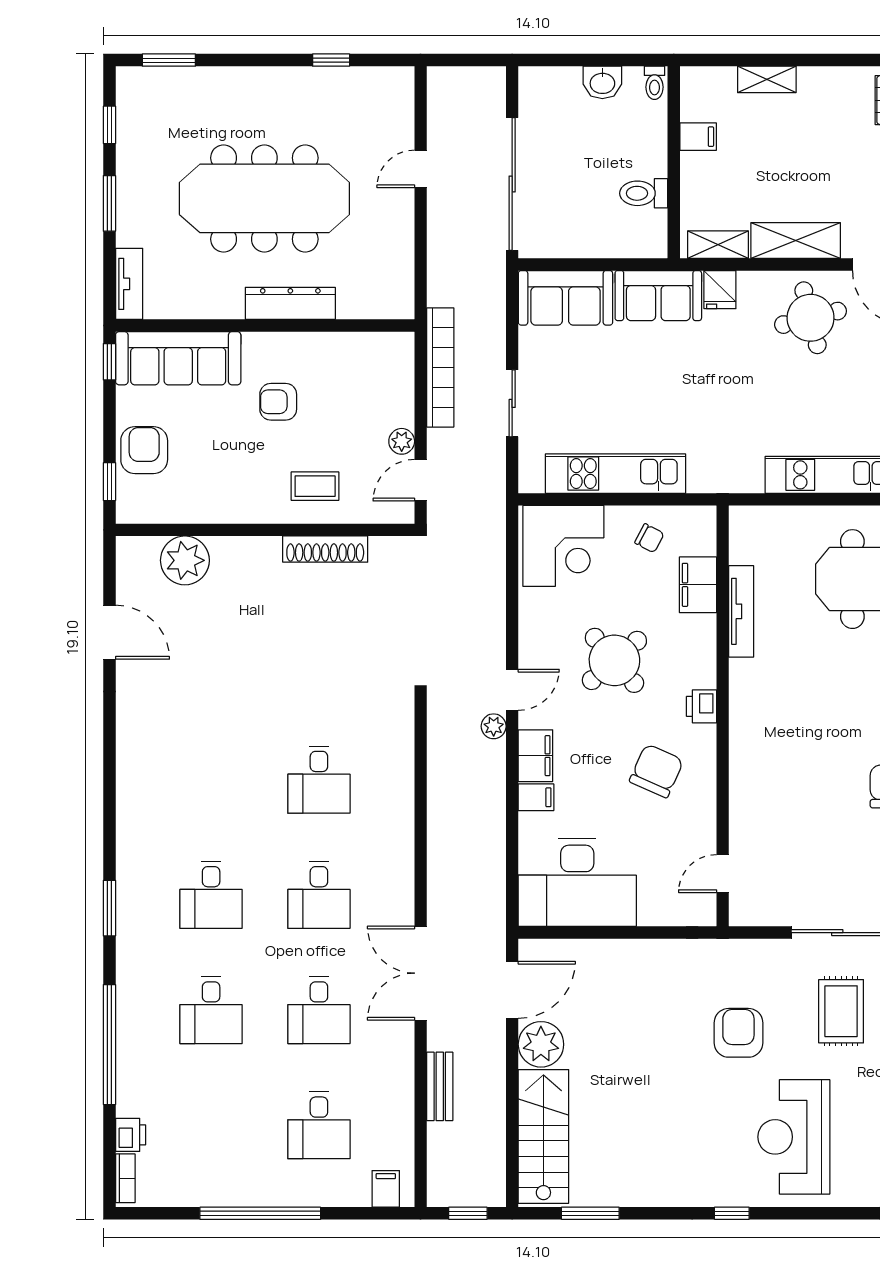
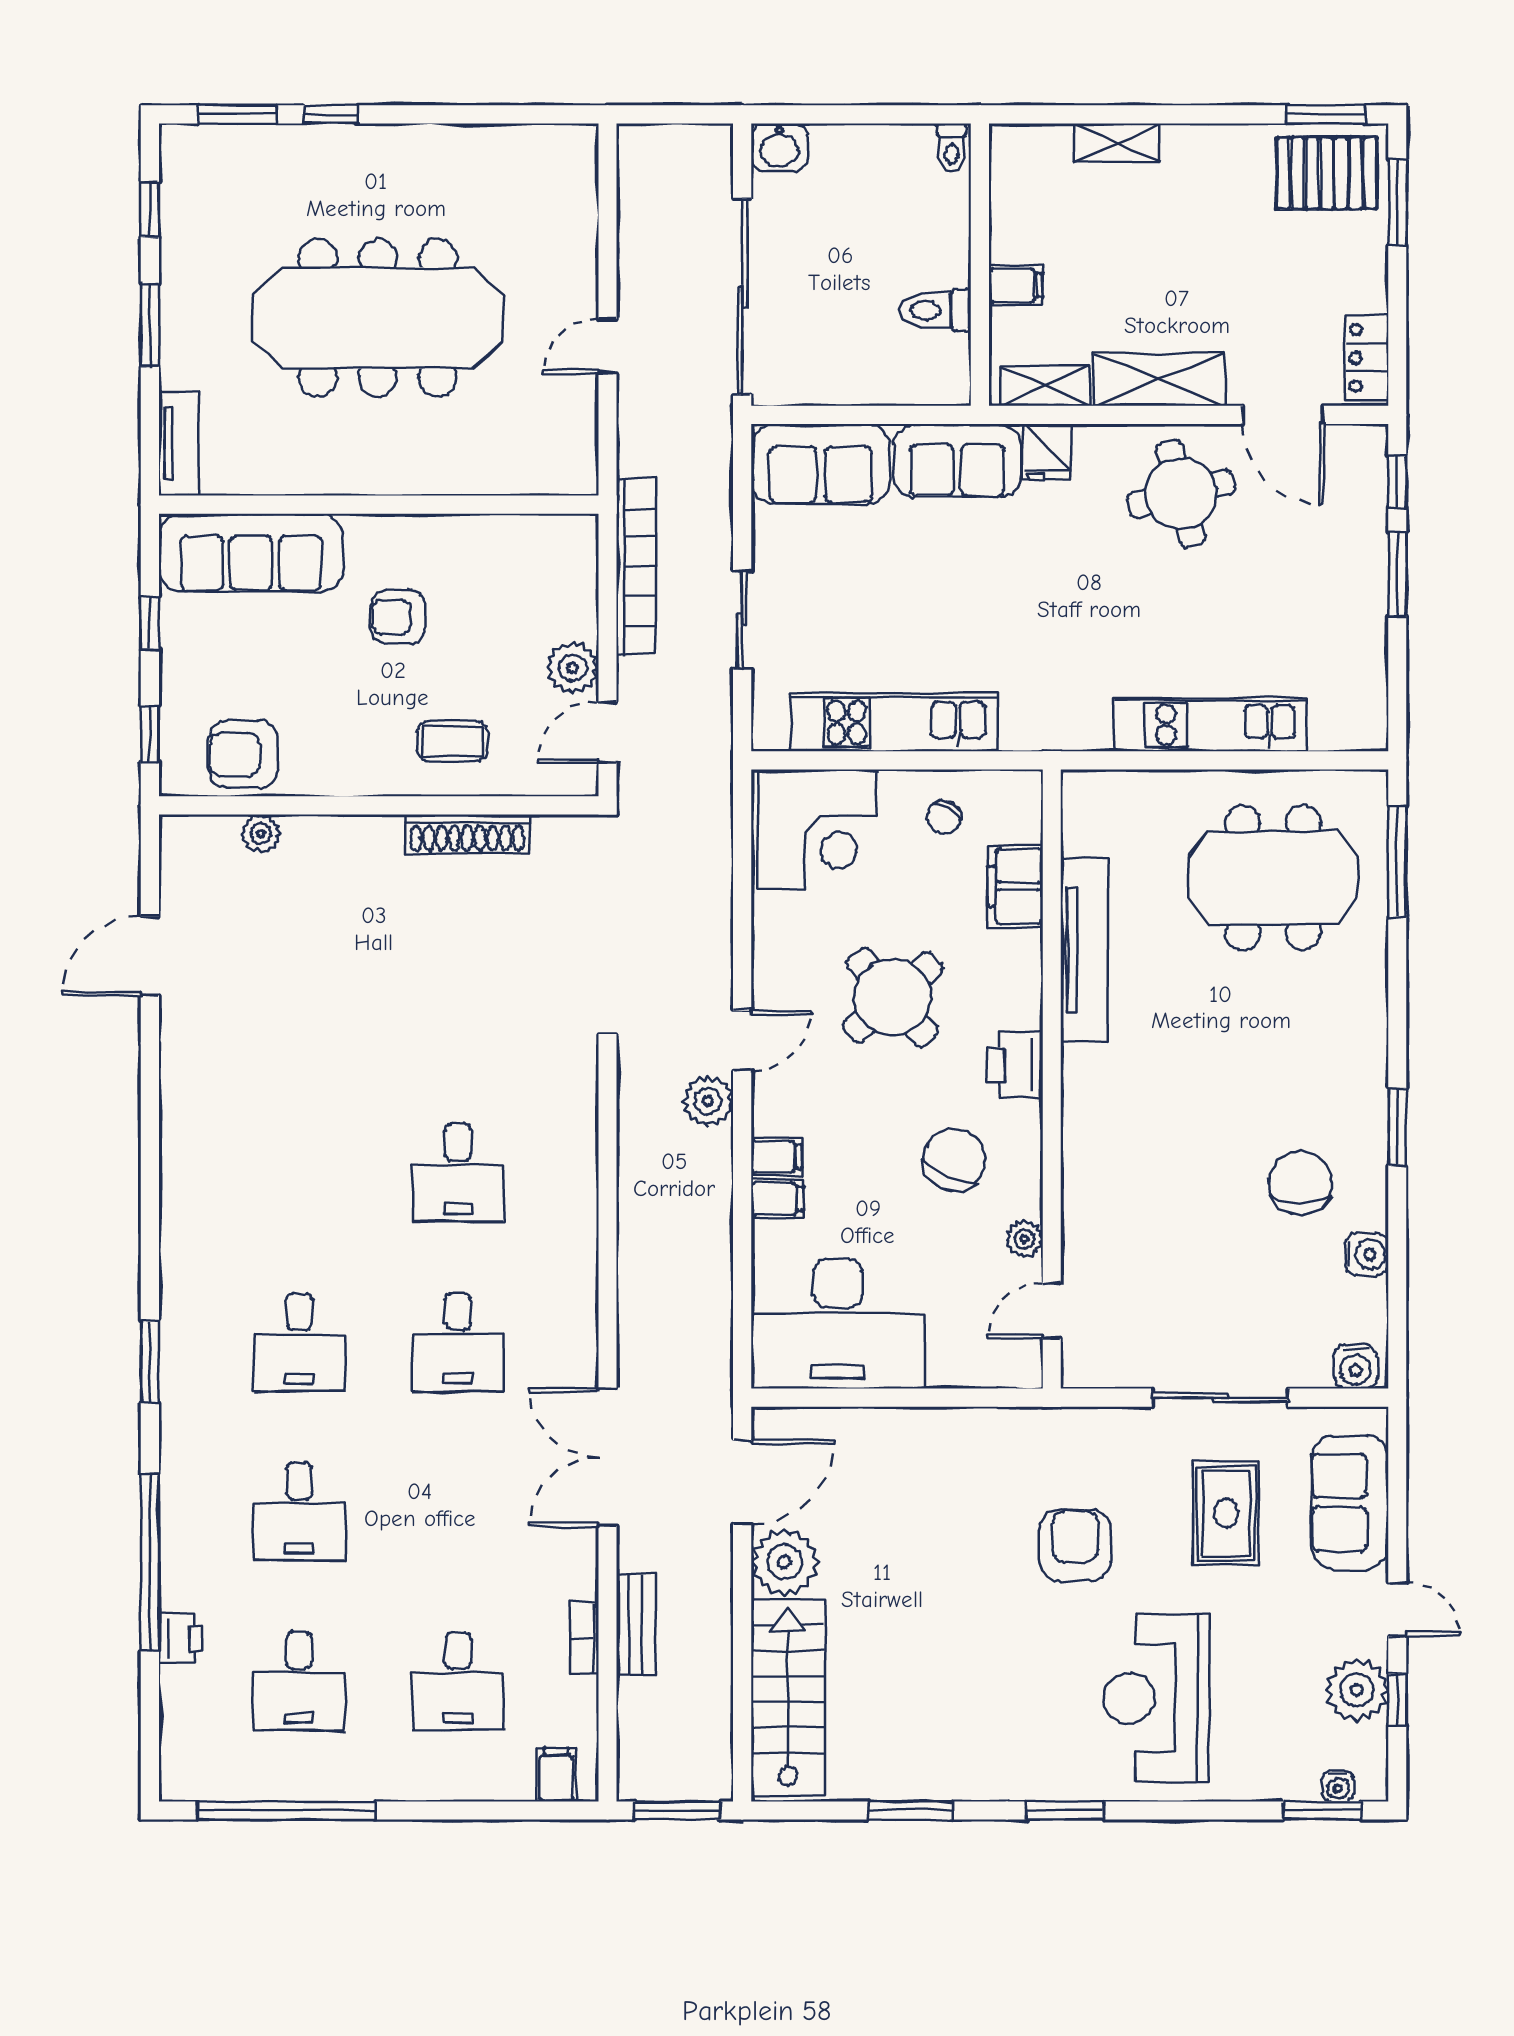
window: (331, 60) -> (331, 114), moved
washbasin: (602, 82) -> (779, 147), moved
filing cabinet: (698, 137) -> (1016, 285), moved
door: (421, 169) -> (607, 346), moved
dresser: (290, 303) -> (416, 472), removed
window: (109, 362) -> (150, 623), moved
plant: (402, 441) -> (573, 668), width x1.38, depth x1.38
armchair: (144, 450) -> (243, 754), moved, turned -90
chair: (649, 538) -> (944, 818), turned 94
plant: (185, 560) -> (261, 833), width x0.53, depth x0.53
tv unit: (741, 611) -> (1084, 950), width x1.36, depth x1.29
door: (109, 632) -> (150, 956), swing flipped
printer: (701, 706) -> (1015, 1065), width x1.36, depth x1.24
plant: (494, 726) -> (708, 1101), width x1.38, depth x1.38
filing cabinet: (535, 756) -> (776, 1156), width x0.50
plant: (704, 825) -> (1024, 1239), added
desk: (319, 1010) -> (299, 1681), moved
printer: (131, 1135) -> (181, 1639), moved
bookcase: (125, 1178) -> (584, 1638), moved, turned 180
window: (260, 1213) -> (286, 1811), moved
window: (468, 1213) -> (677, 1811), width x1.50
window: (590, 1213) -> (910, 1811), moved
window: (732, 1213) -> (1065, 1811), width x1.50

